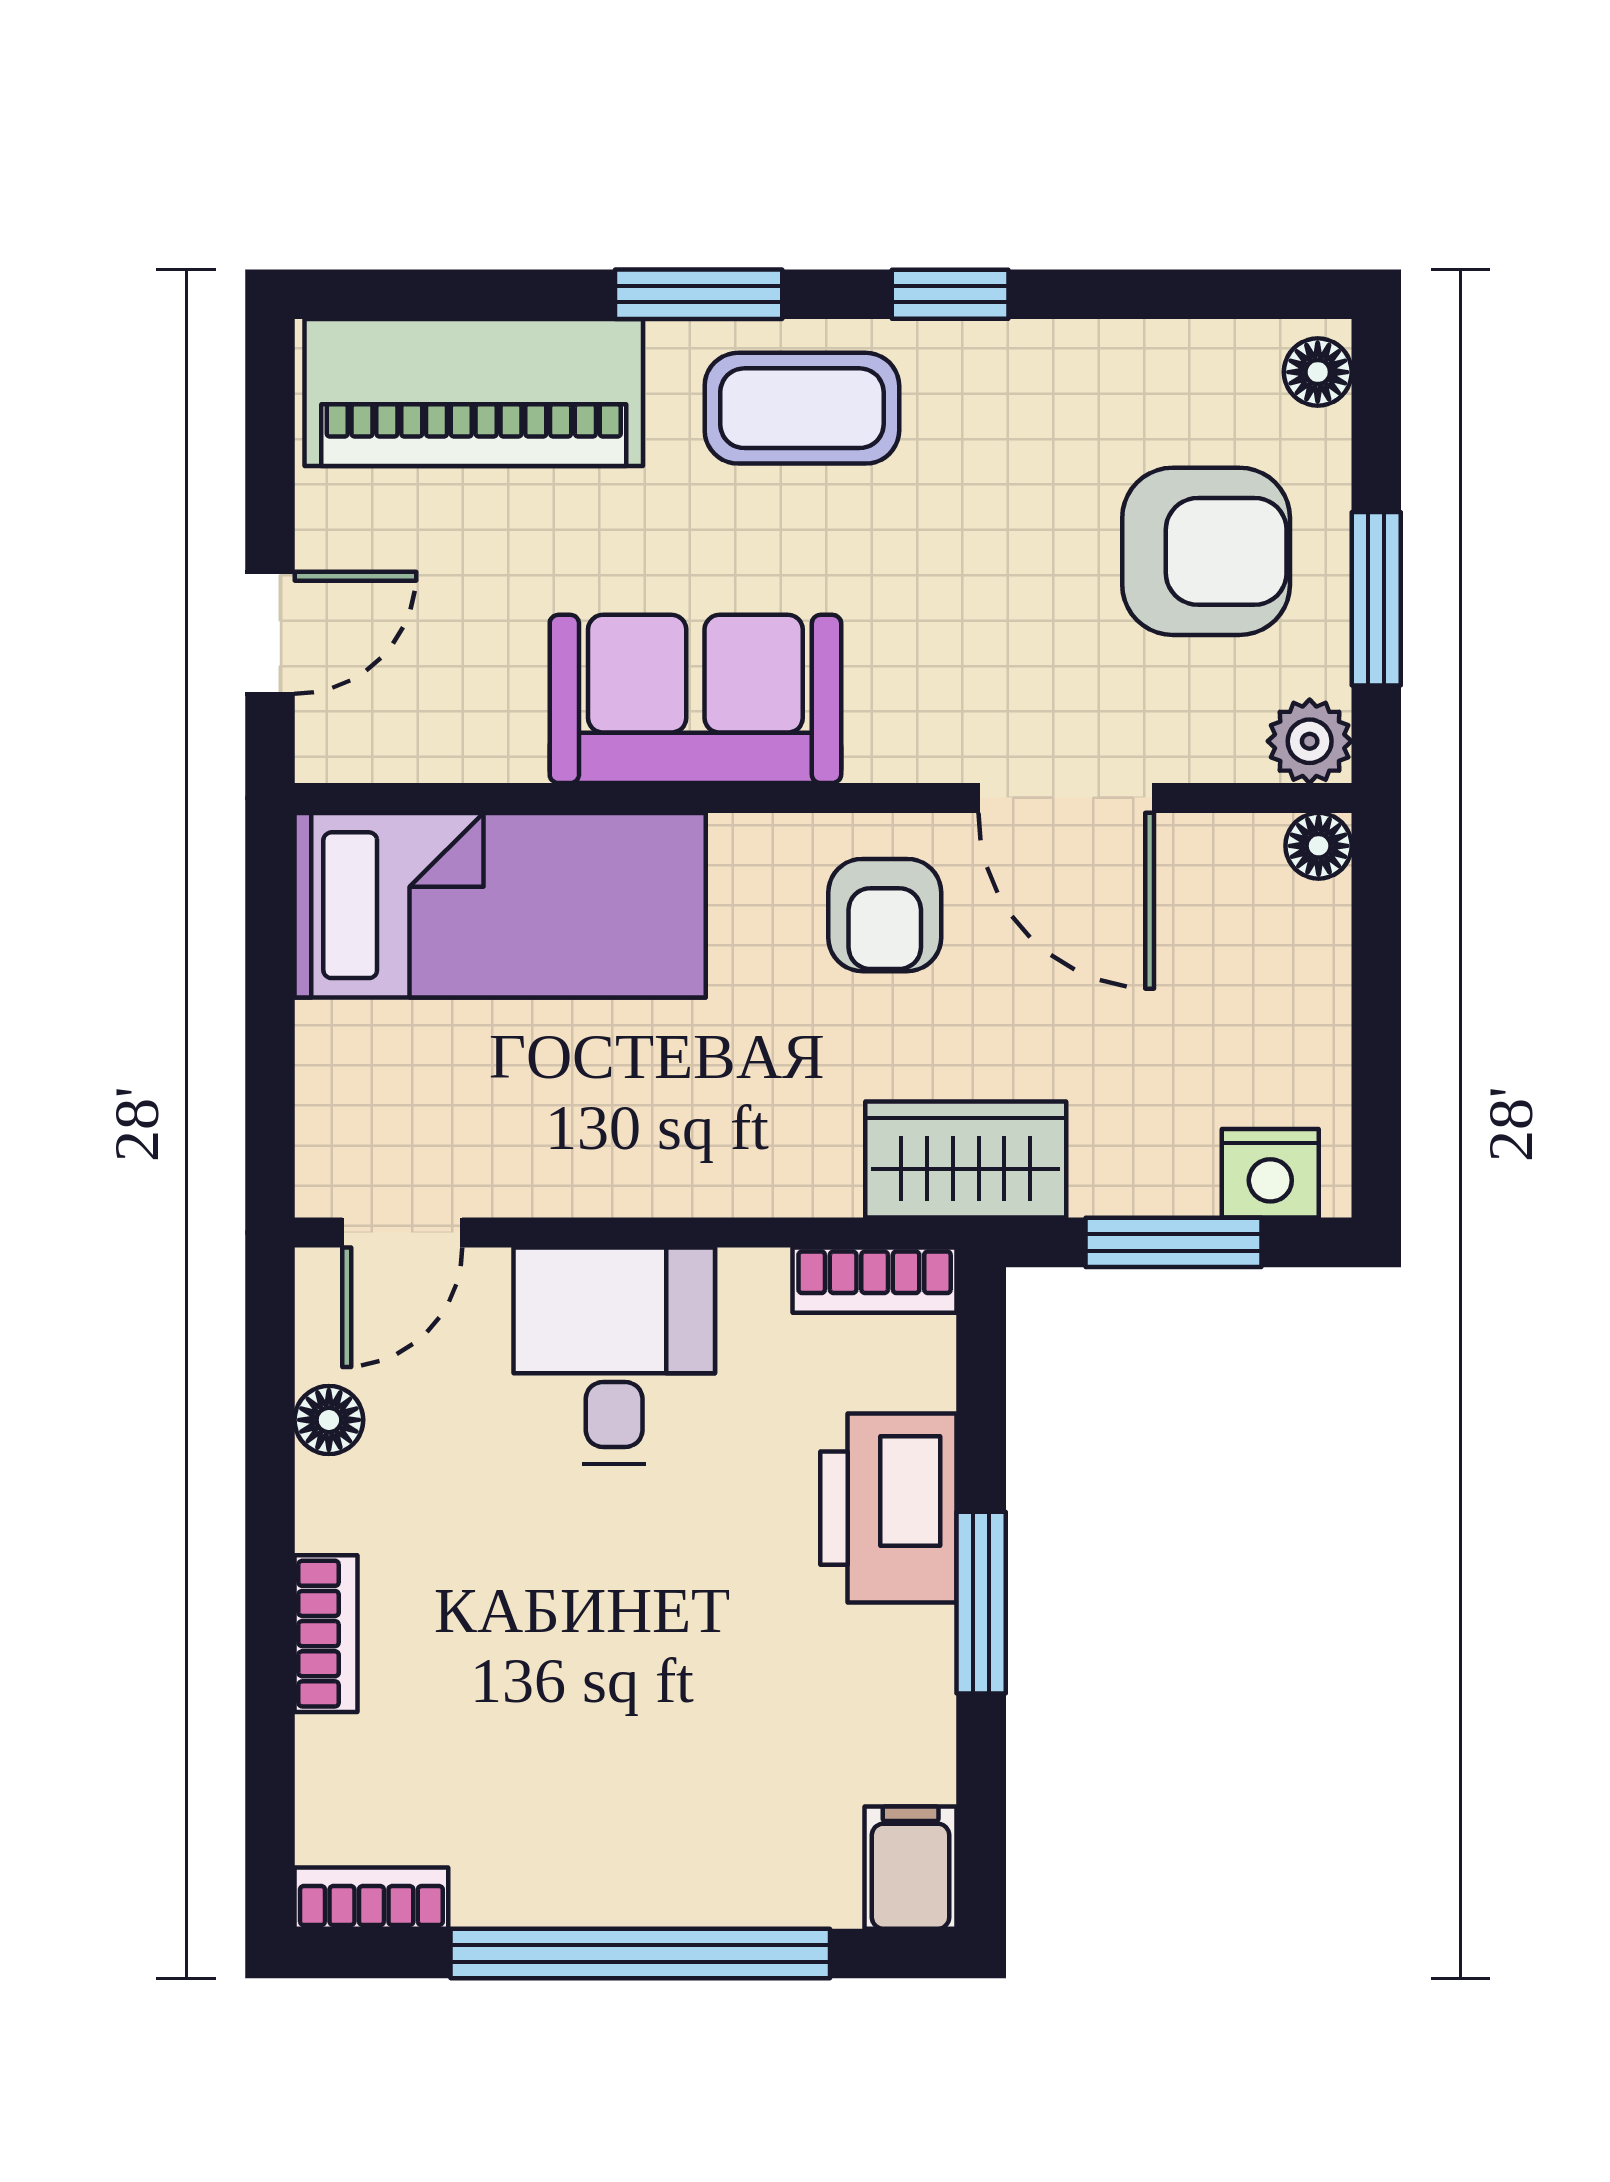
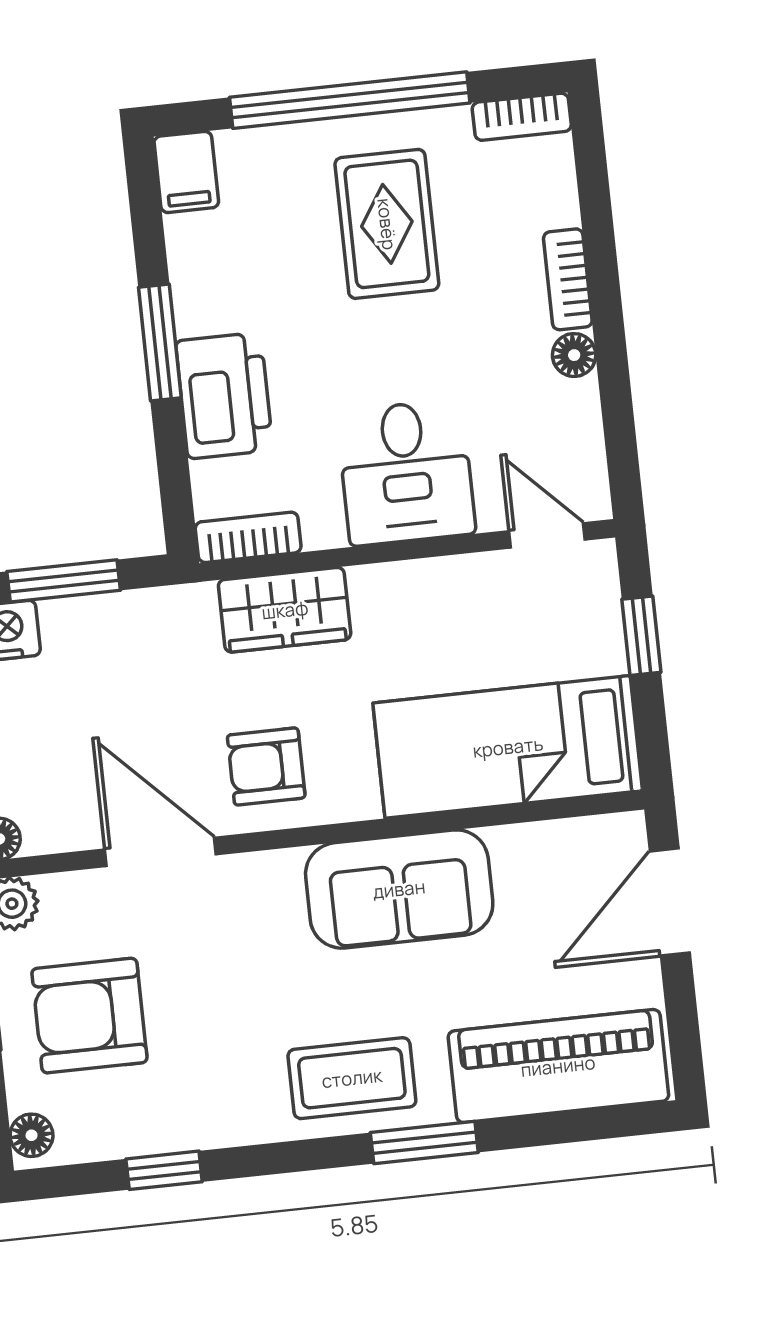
window: (950, 294) -> (164, 1170), moved
door: (270, 633) -> (670, 902), width x1.38
armchair: (885, 915) -> (266, 766), turned -90
window: (270, 1058) -> (641, 636), added
wardrobe: (966, 1159) -> (285, 610), moved
door: (402, 1233) -> (547, 535), hinge flipped
floor lamp: (329, 1420) -> (574, 355), moved
rug: (603, 1752) -> (387, 224), added

